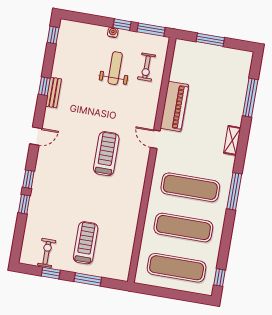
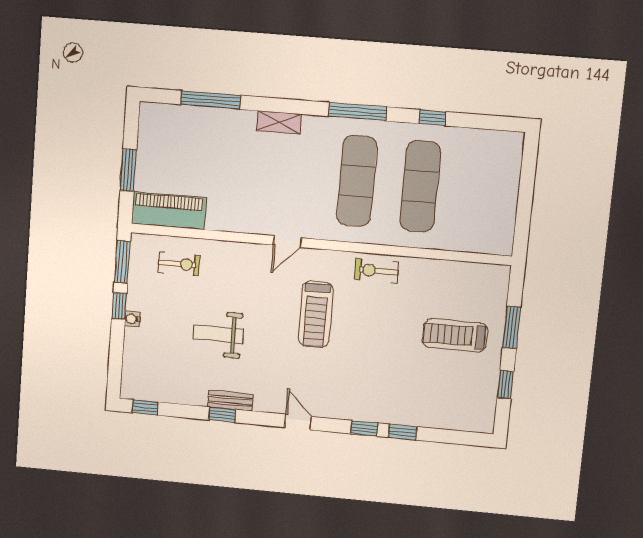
weight bench: (115, 68) -> (218, 334), moved
piano: (174, 106) -> (169, 211), moved
treadmill: (106, 154) -> (316, 314), turned -90
exercise bike: (47, 253) -> (377, 271), moved
exercise mat: (177, 268) -> (484, 192), removed
window: (220, 278) -> (432, 118), moved

